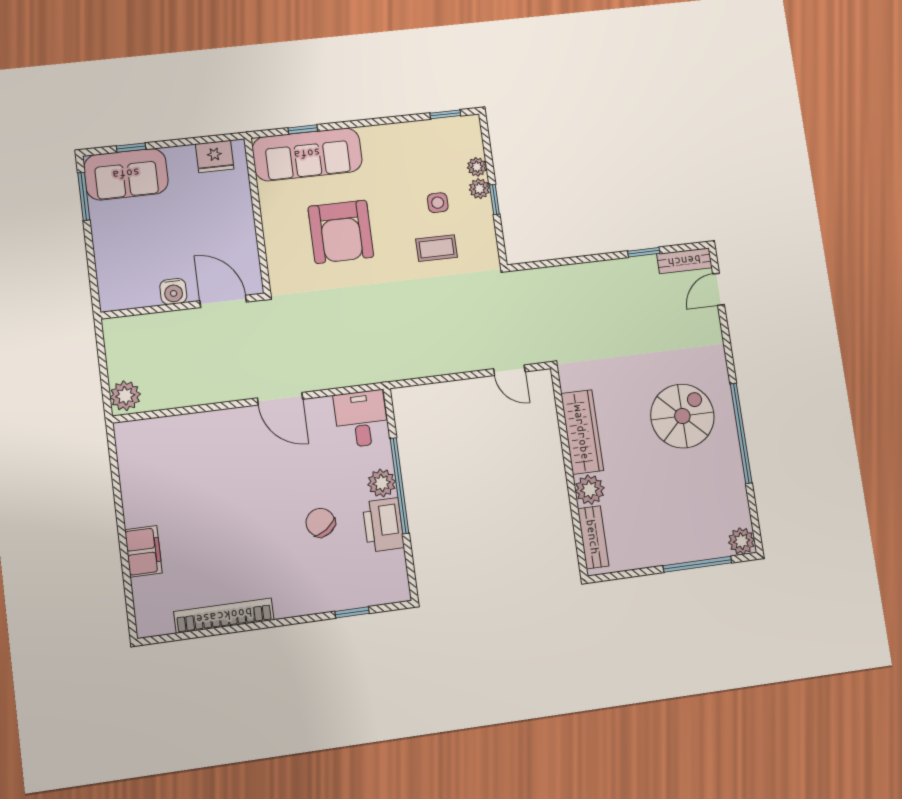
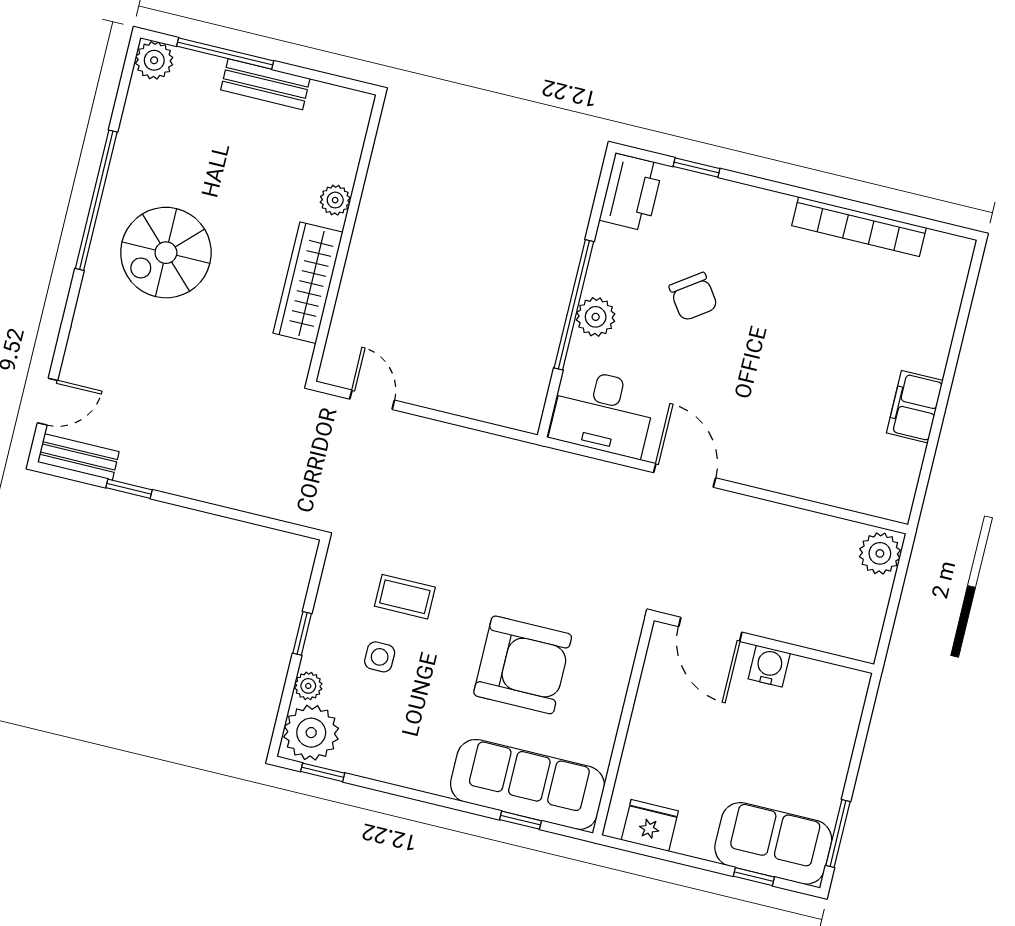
plant: (479, 189) -> (311, 733), moved, width x1.87, depth x1.87
armchair: (341, 232) -> (523, 665), turned 90
desk: (361, 419) -> (603, 413), width x1.37
plant: (590, 490) -> (335, 200), width x0.73, depth x0.73
printer: (383, 525) -> (631, 192), moved
bench: (593, 537) -> (265, 84), moved, turned 90
filing cabinet: (143, 551) -> (915, 407), moved

